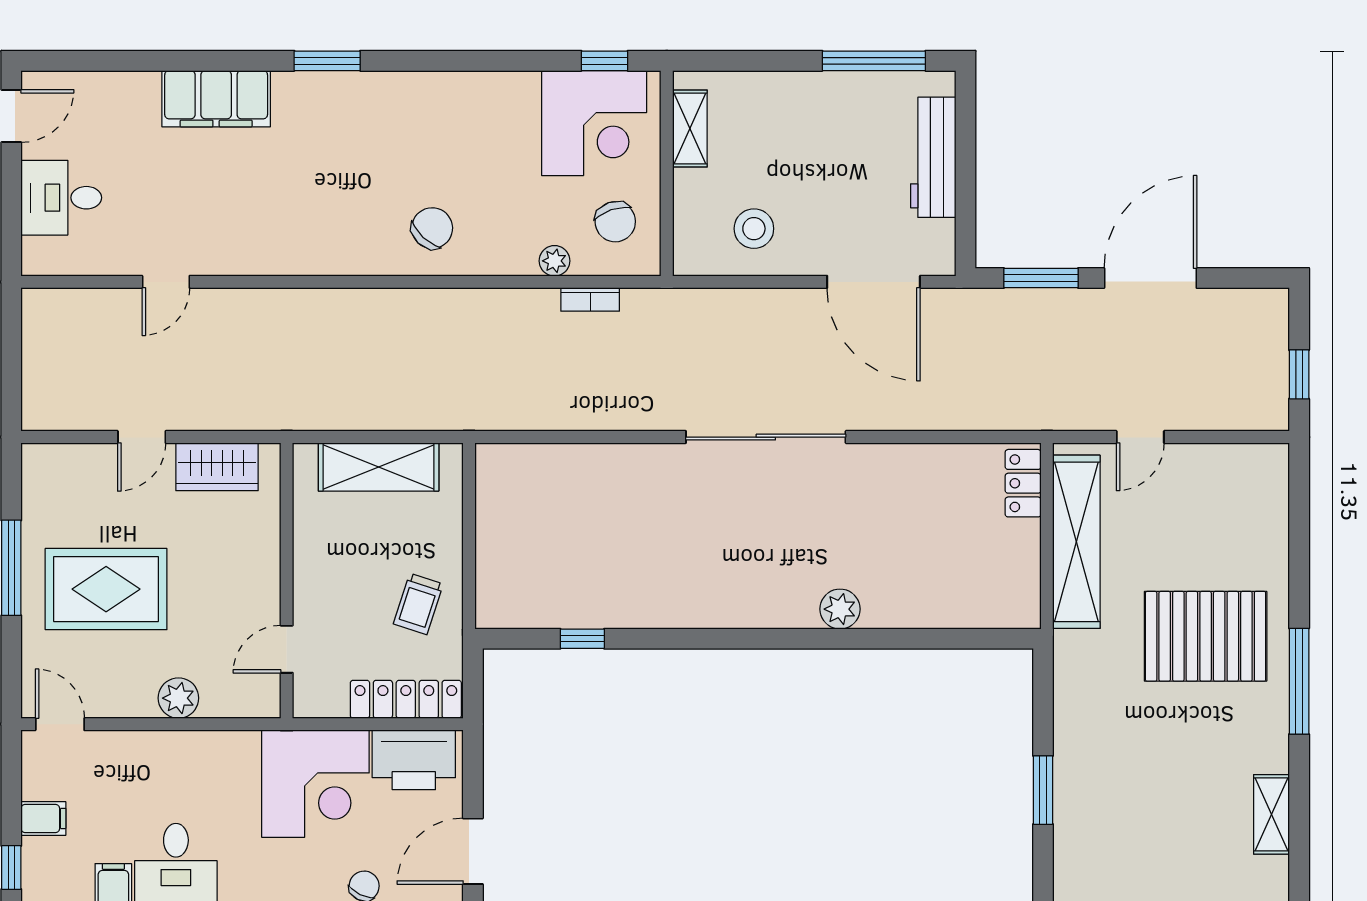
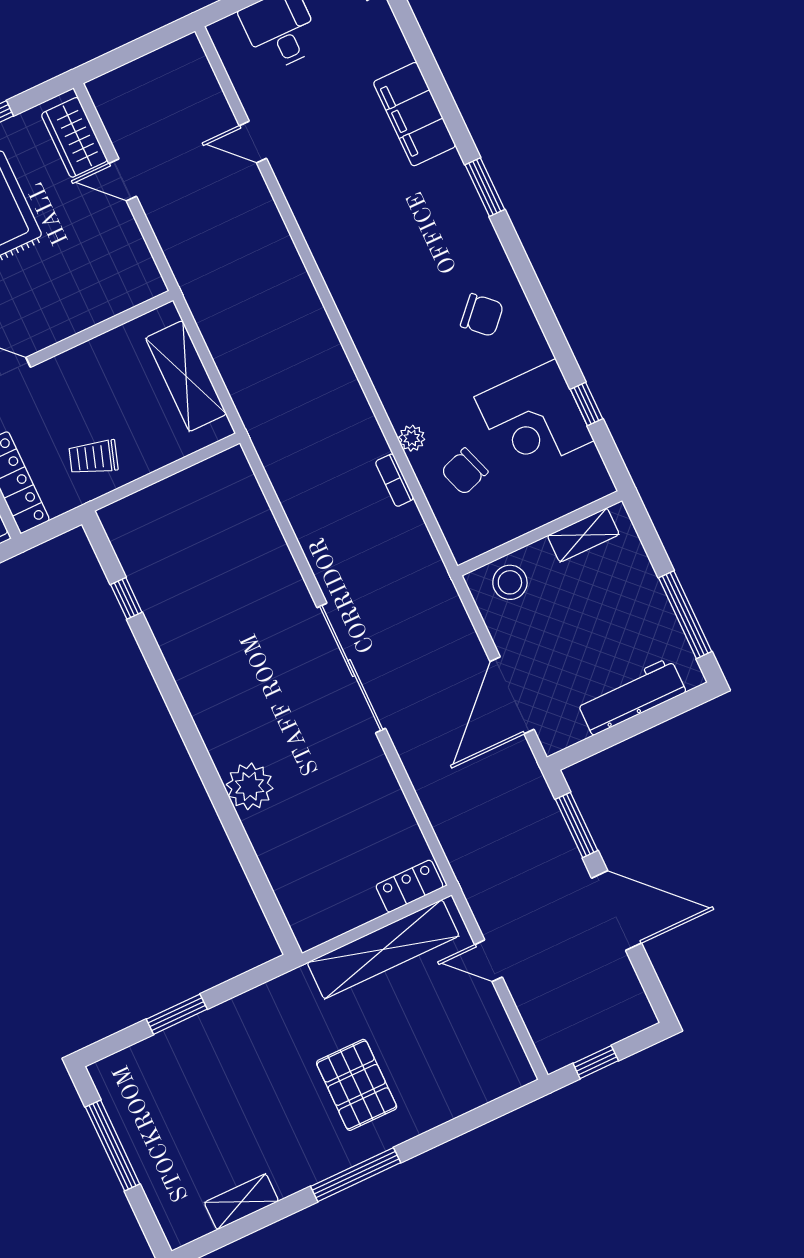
shelving: (690, 128) -> (583, 535), moved
wall: (667, 173) -> (540, 533), moved
chair: (432, 228) -> (482, 315), moved
wardrobe: (217, 467) -> (74, 137), moved
plant: (840, 609) -> (250, 786), width x1.36, depth x1.36
pallet: (1206, 636) -> (357, 1085), width x0.73, depth x0.71

